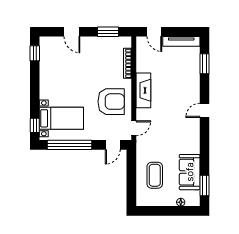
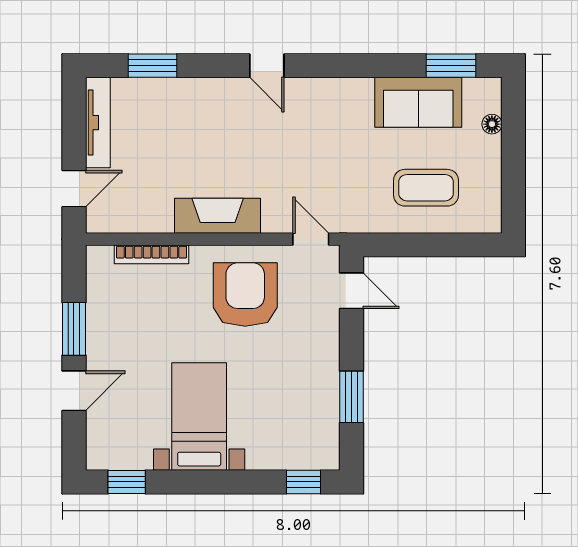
window: (108, 32) -> (74, 329), moved
bed with nightstands: (61, 118) -> (199, 417), moved
window: (69, 145) -> (352, 397), width x0.47

